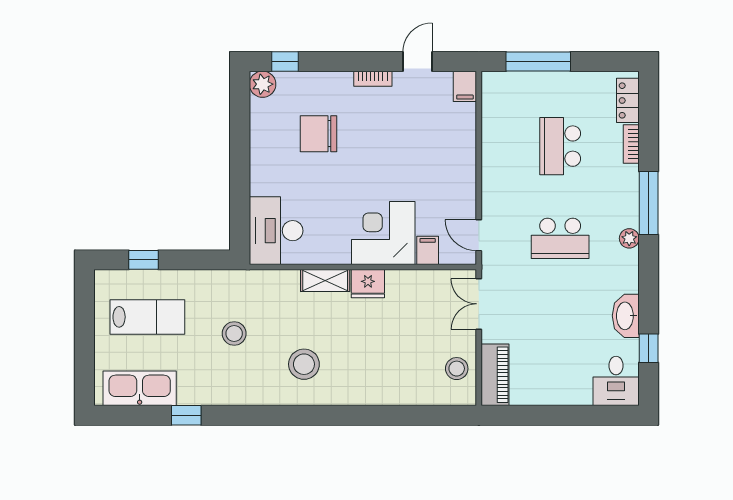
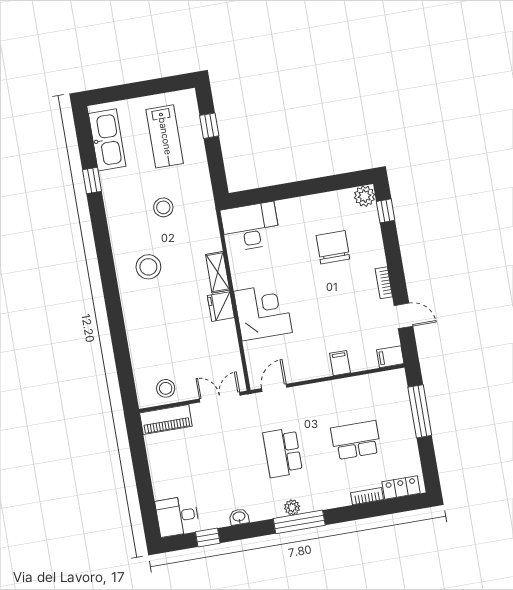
window: (649, 203) -> (299, 522), moved
filing cabinet: (428, 250) -> (340, 363), moved, turned -90
washbasin: (626, 316) -> (239, 517), width x0.52, depth x0.69

